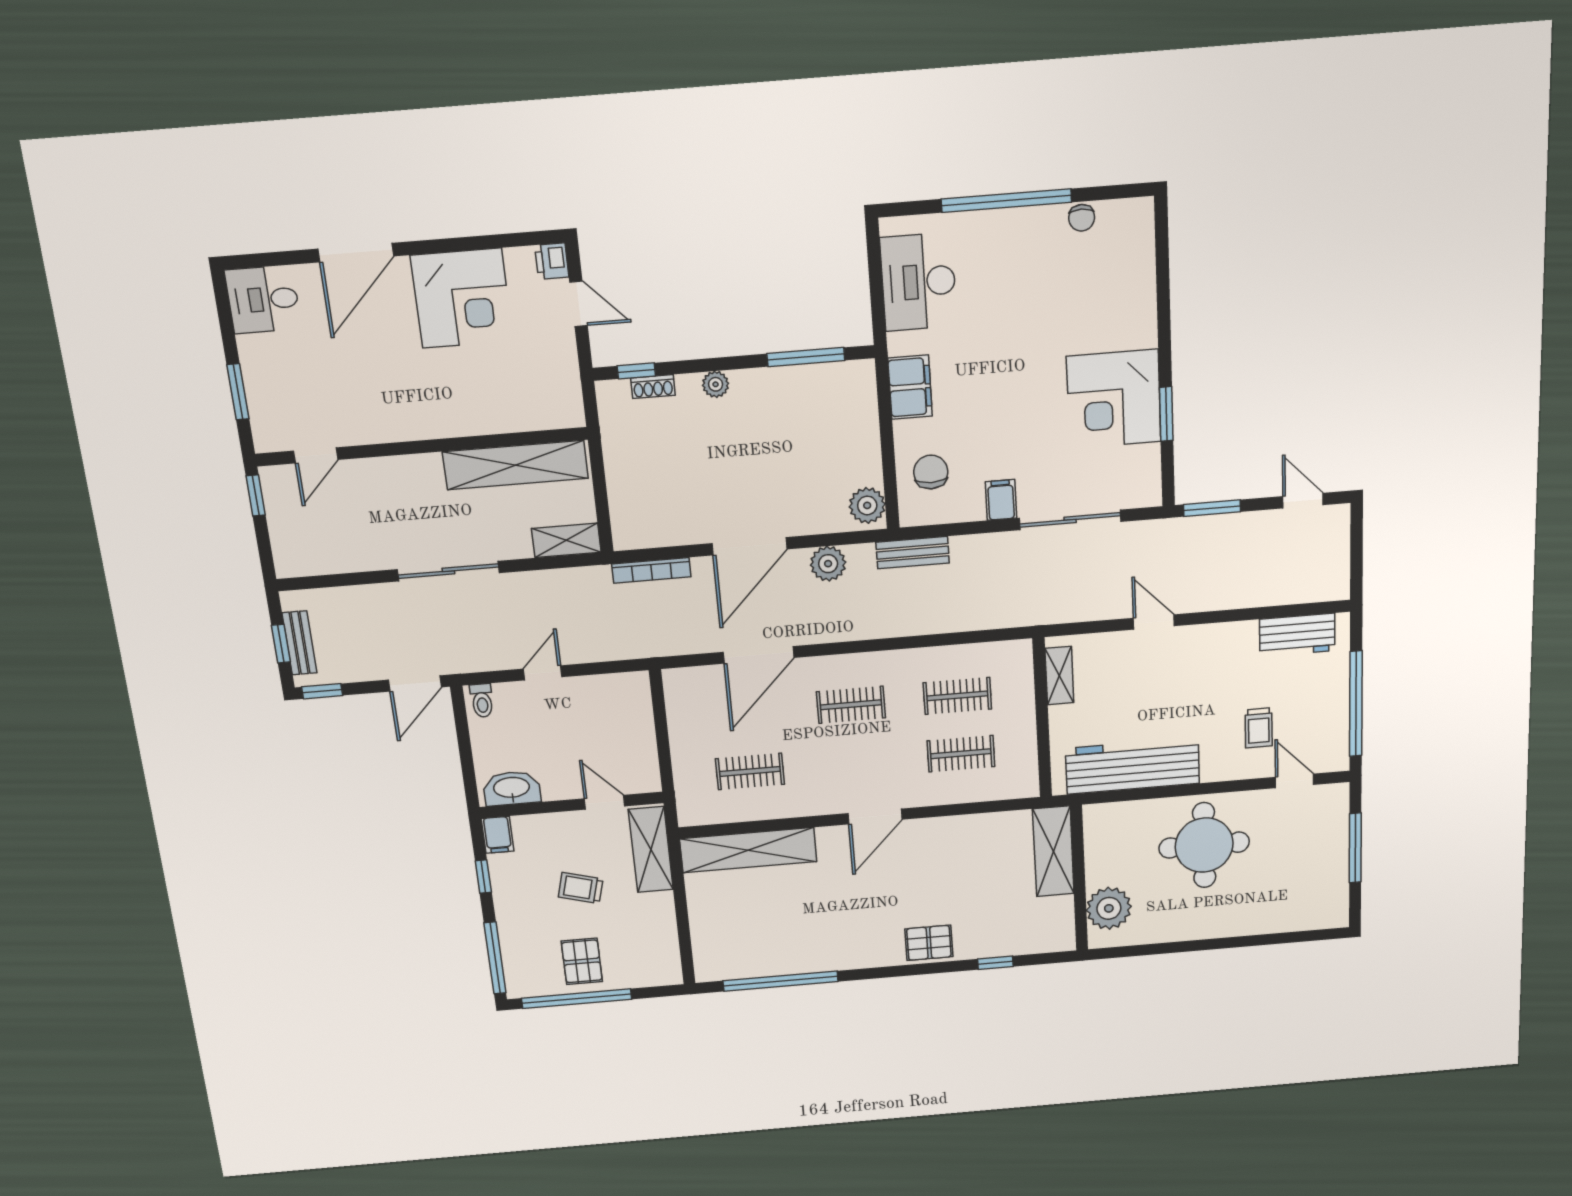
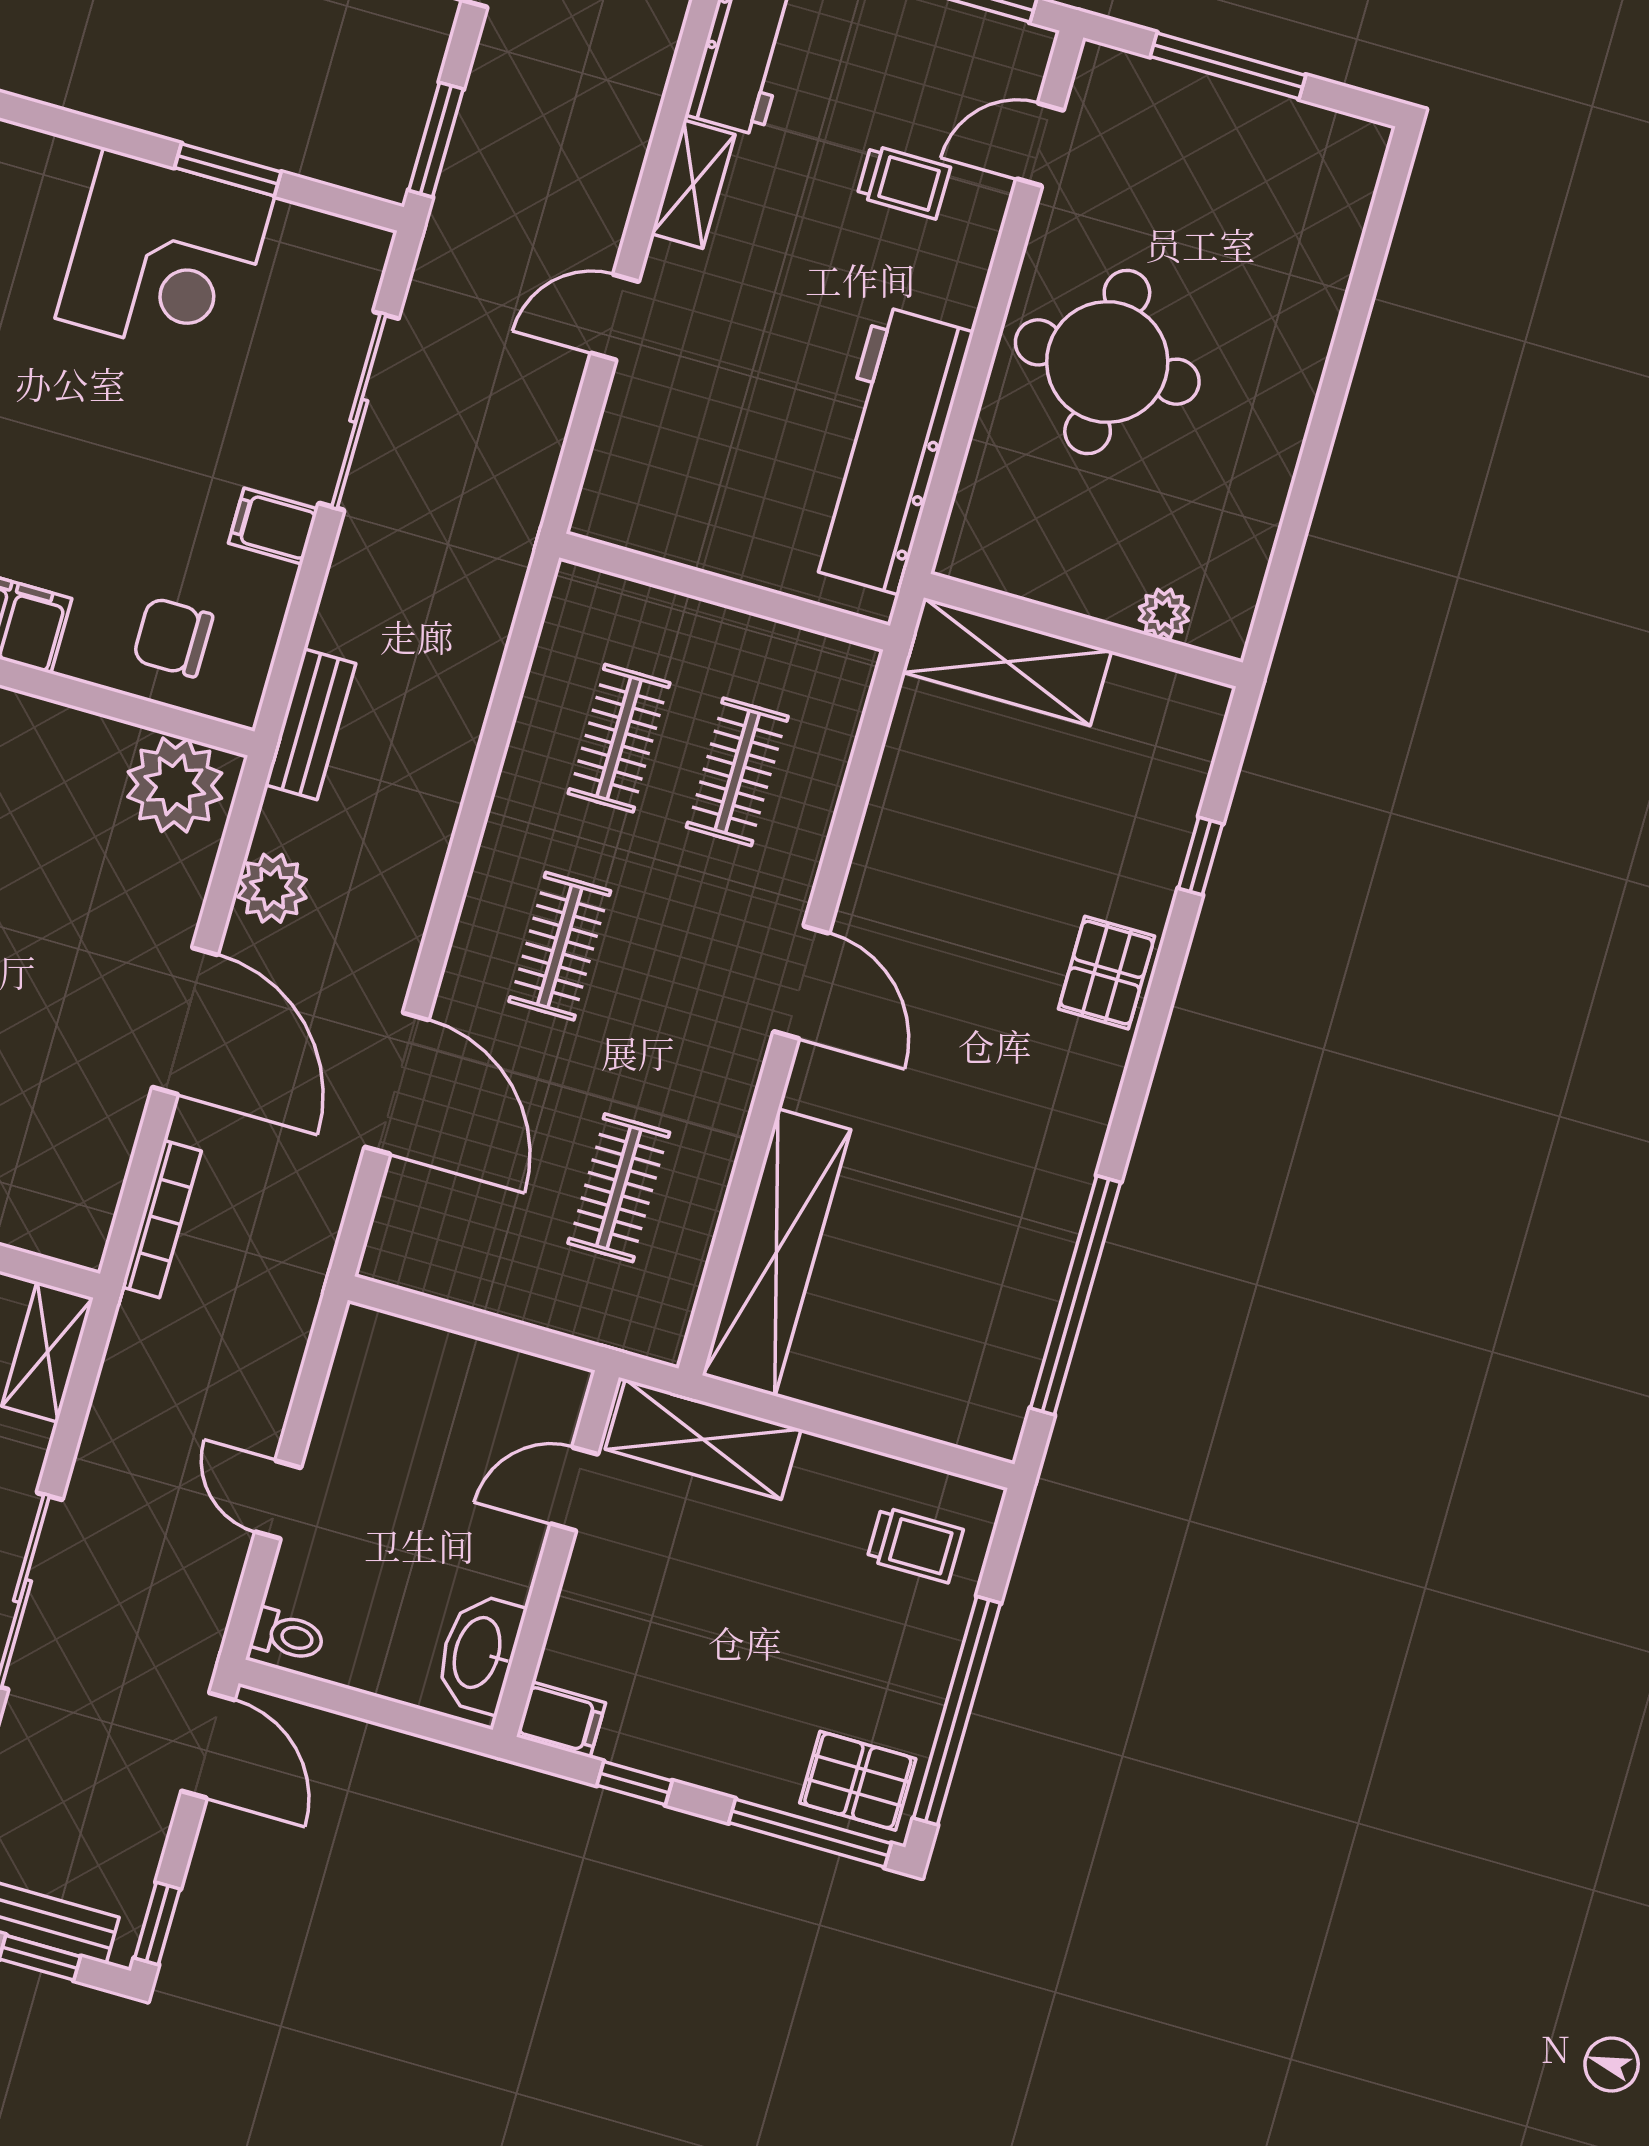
plant: (867, 505) -> (175, 785), width x1.36, depth x1.36
shelving: (1059, 676) -> (693, 184), moved, turned 90
trolley: (581, 888) -> (915, 1545), moved, turned -105
plant: (1109, 908) -> (1164, 614), width x0.53, depth x0.53
pallet: (582, 961) -> (858, 1781), moved

